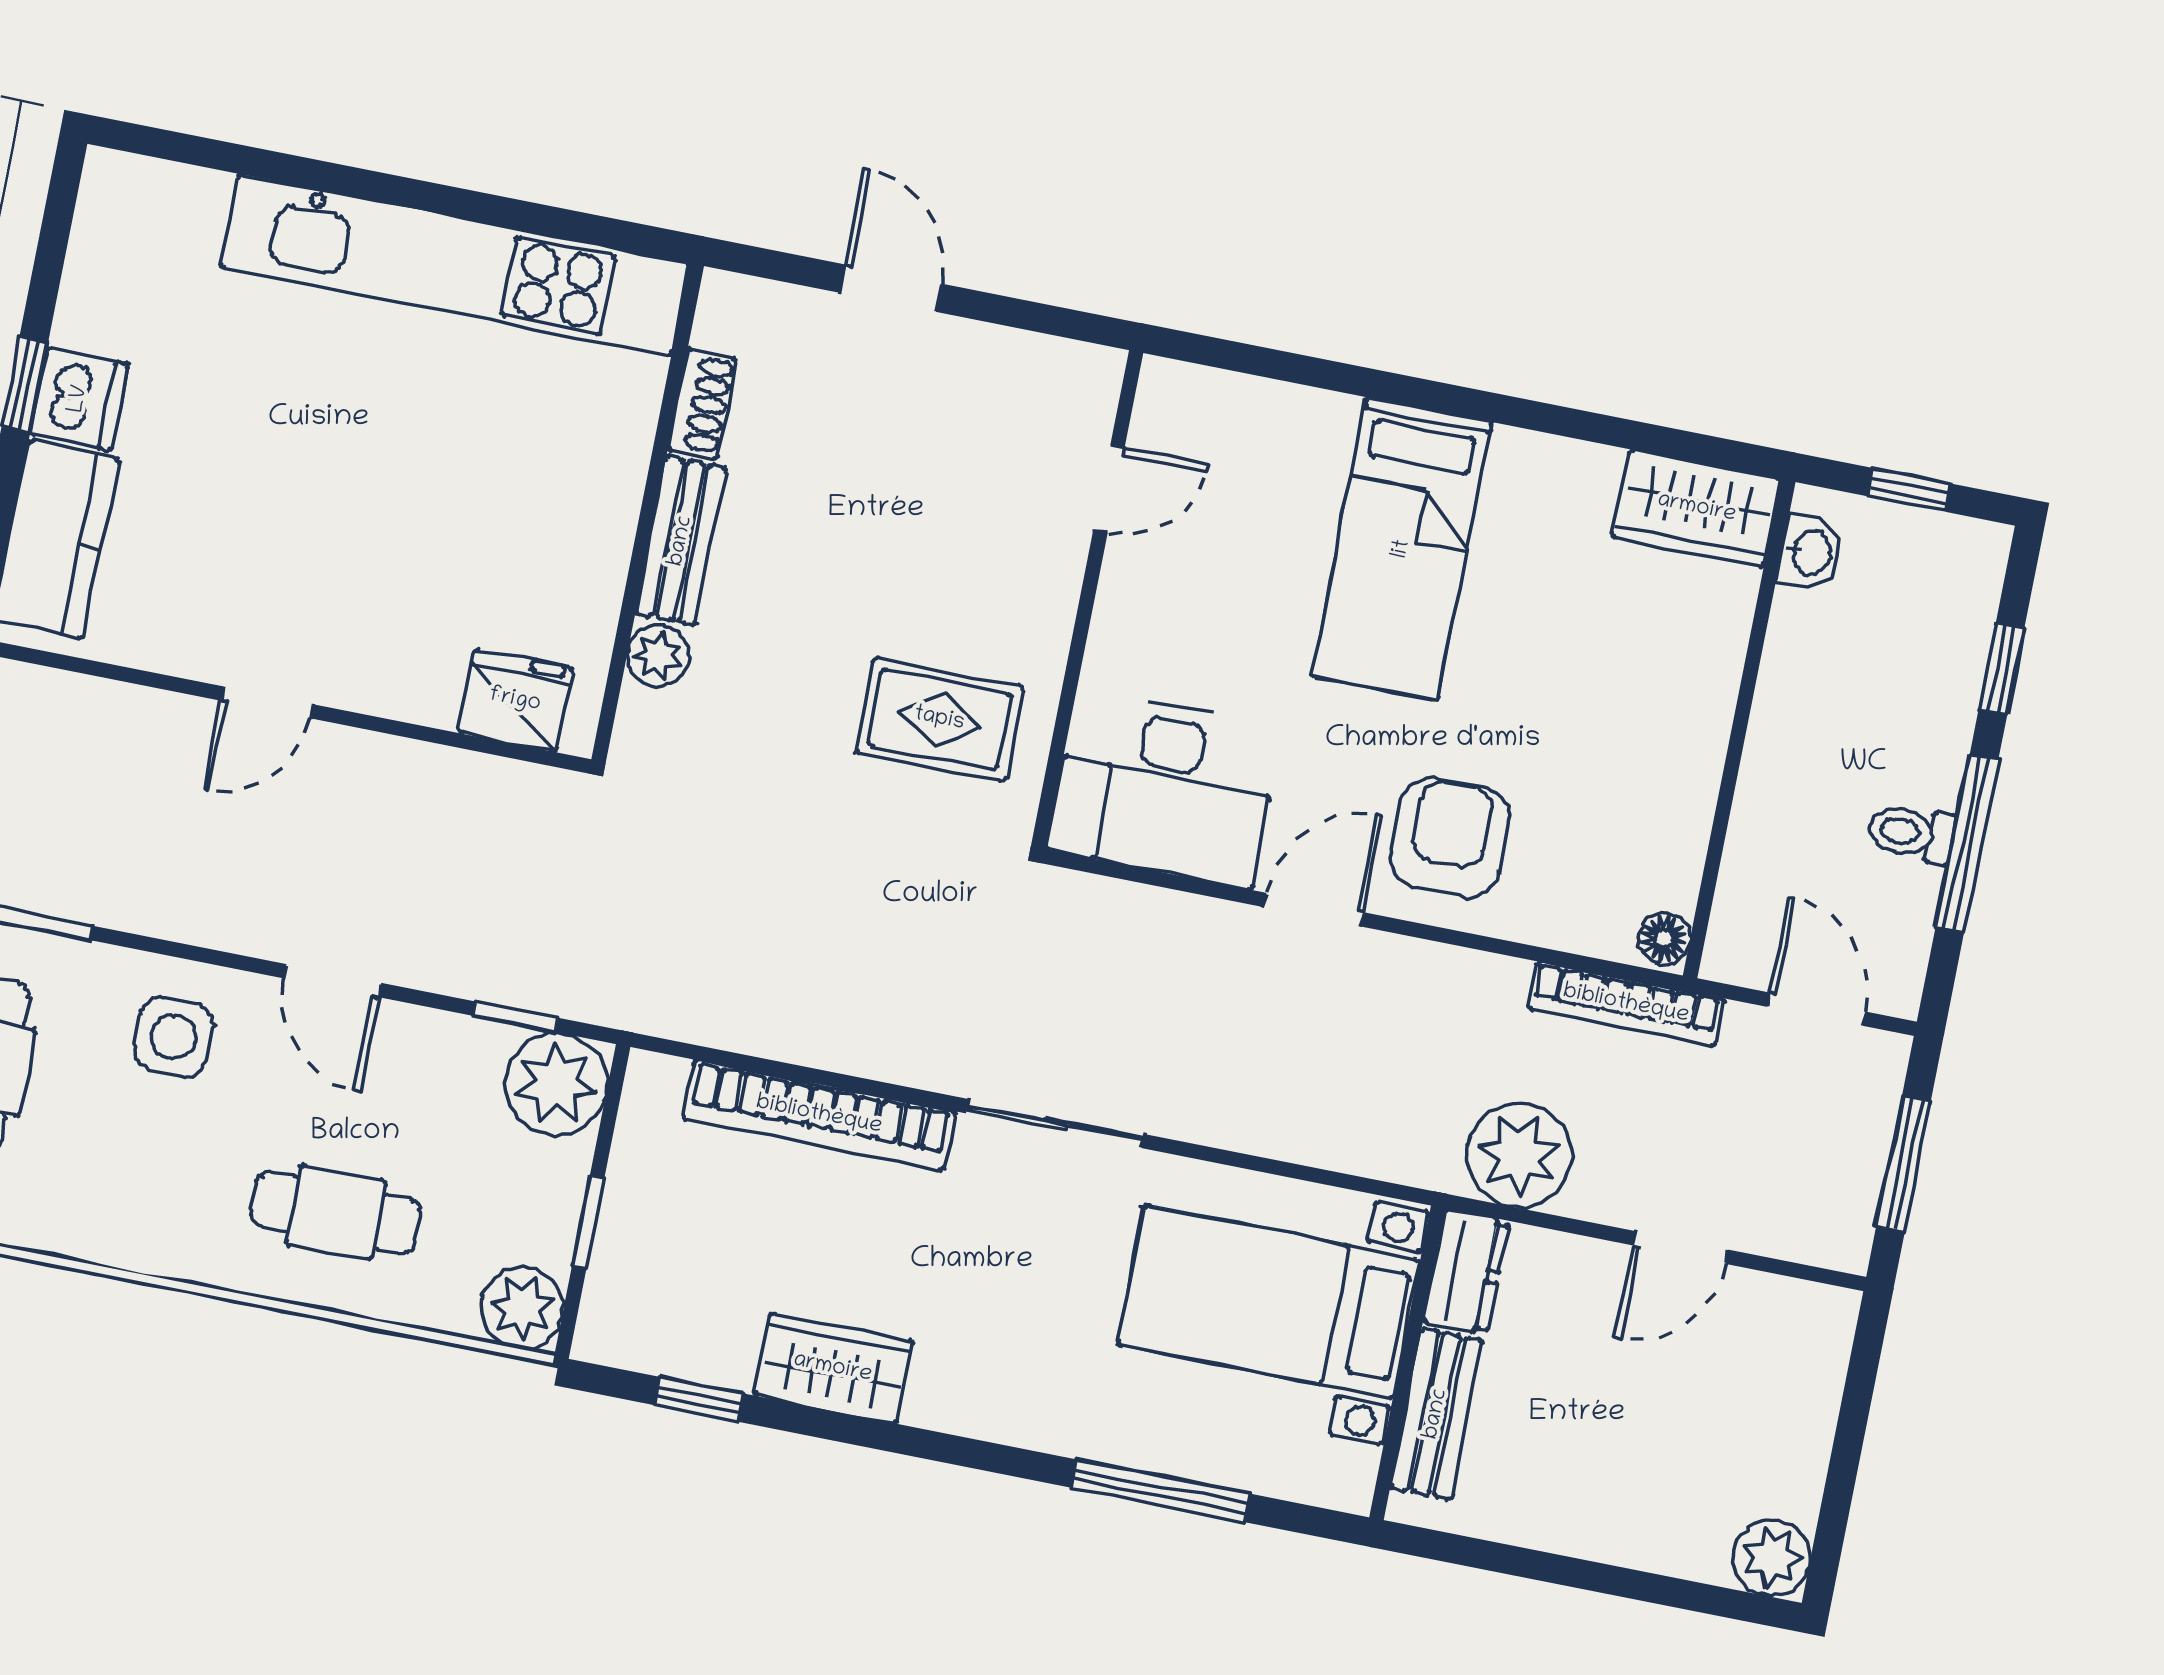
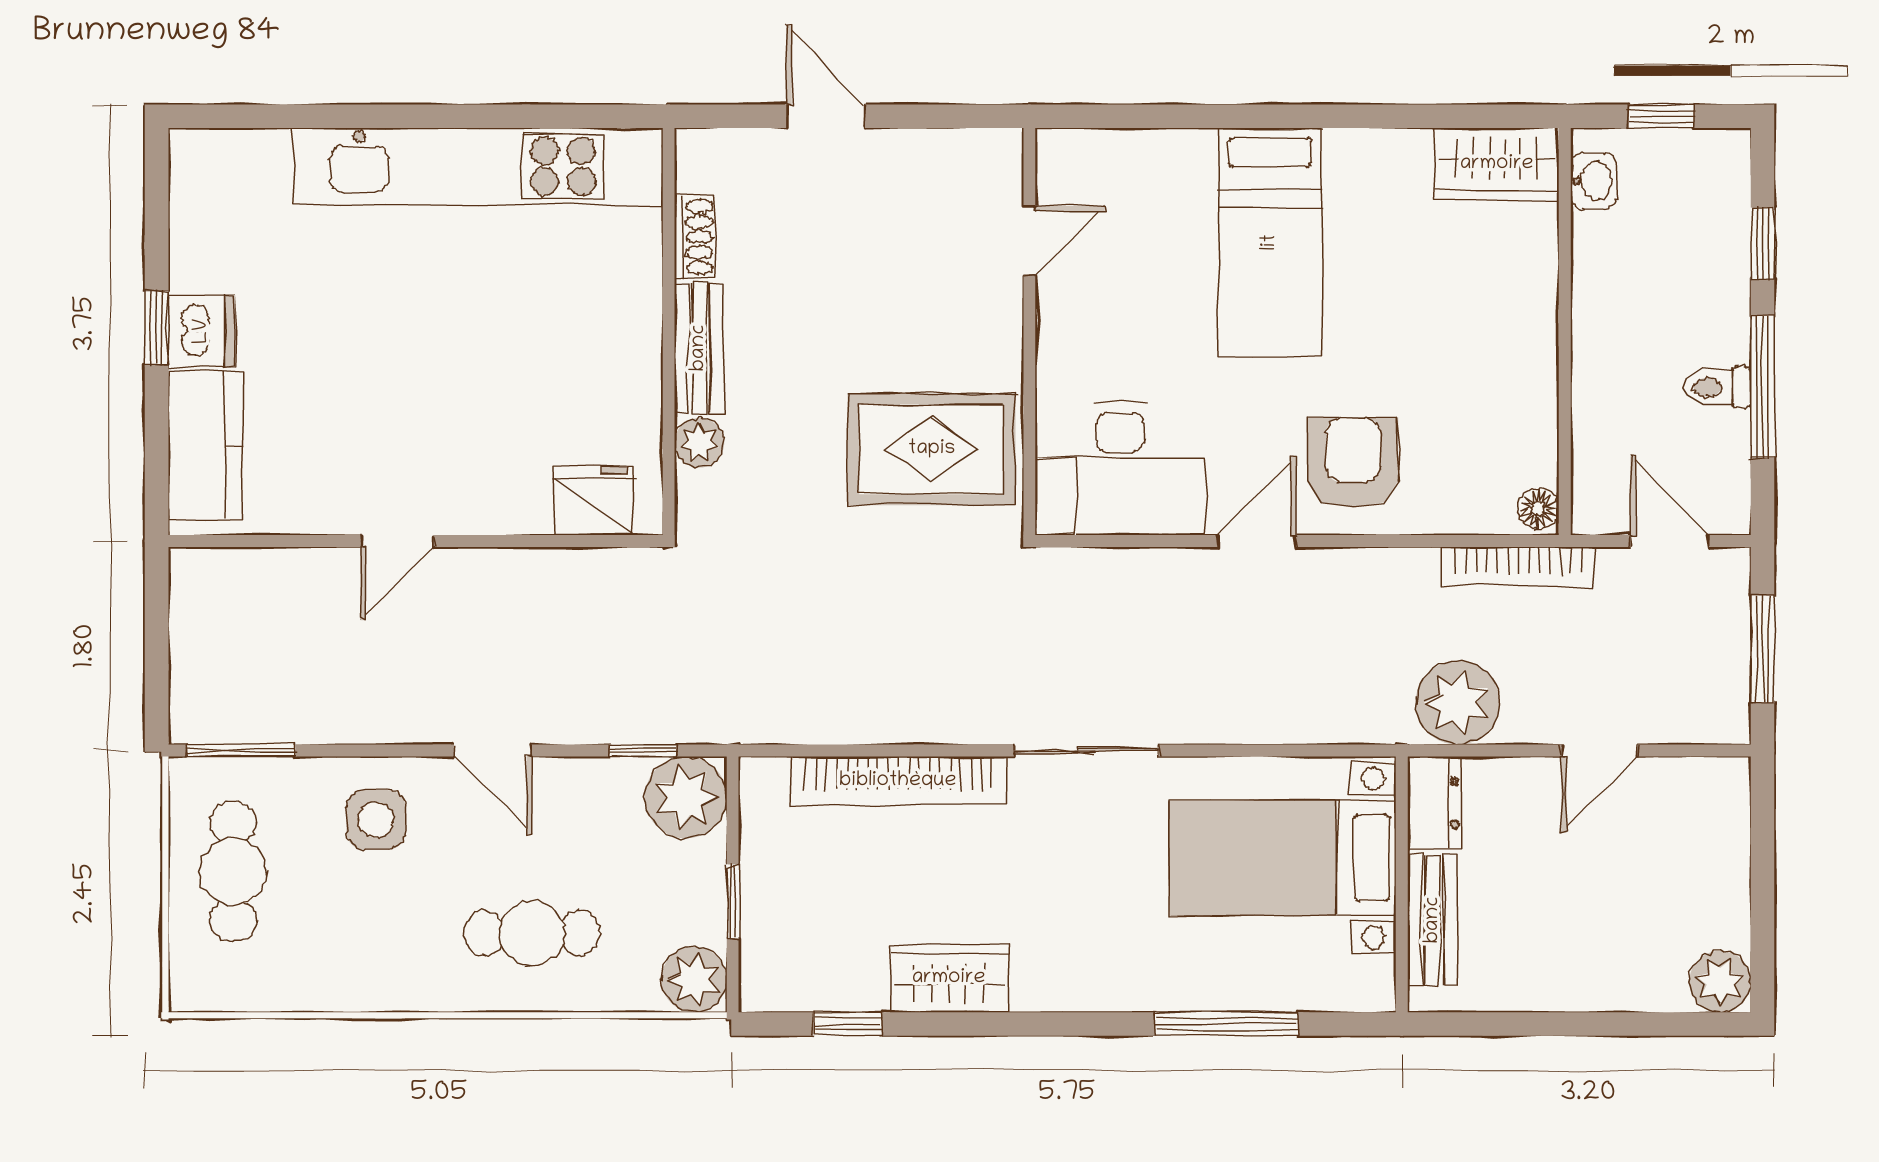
rug: (939, 719) -> (932, 449), width x1.36, depth x1.43

